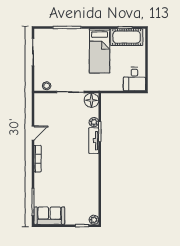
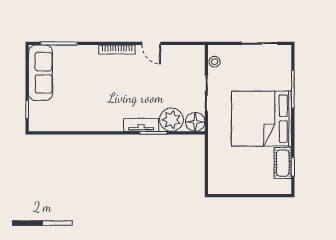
cot: (127, 37) -> (283, 163), width x0.73, depth x0.75
bed: (100, 51) -> (261, 119), width x2.04
desk: (134, 79) -> (224, 179), removed
plant: (94, 122) -> (171, 120), width x1.87, depth x1.87
sofa: (49, 216) -> (41, 73), width x1.36
plant: (94, 220) -> (35, 125), removed

